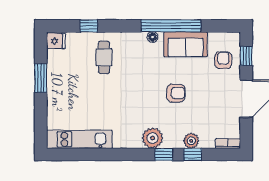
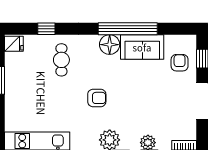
floor lamp: (153, 37) -> (110, 45), width x1.89, depth x1.89
armchair: (176, 93) -> (97, 98), moved

